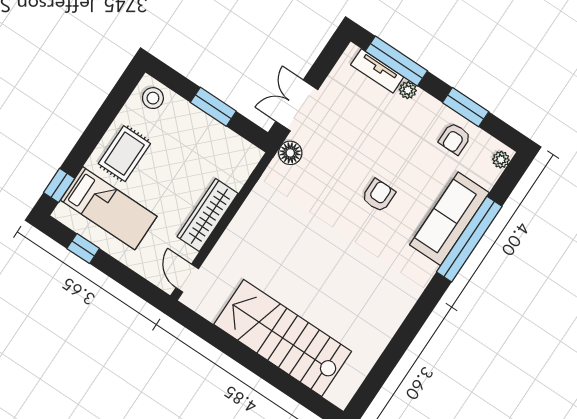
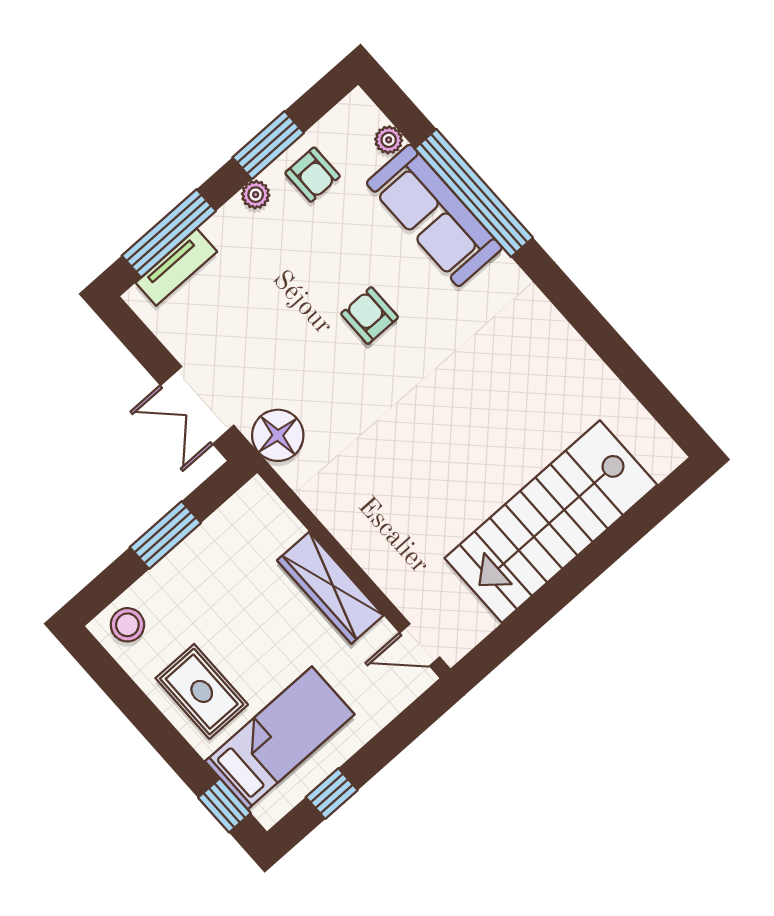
plant: (408, 90) -> (256, 195), moved
floor lamp: (290, 153) -> (278, 435), width x1.38, depth x1.38
plant: (501, 160) -> (389, 140), moved

